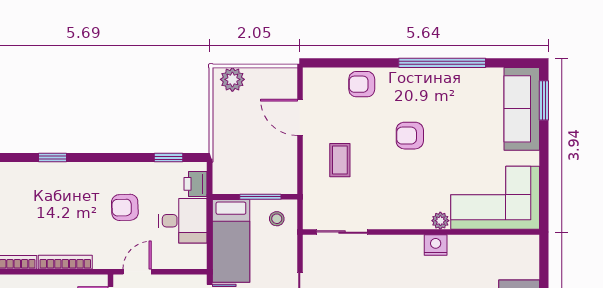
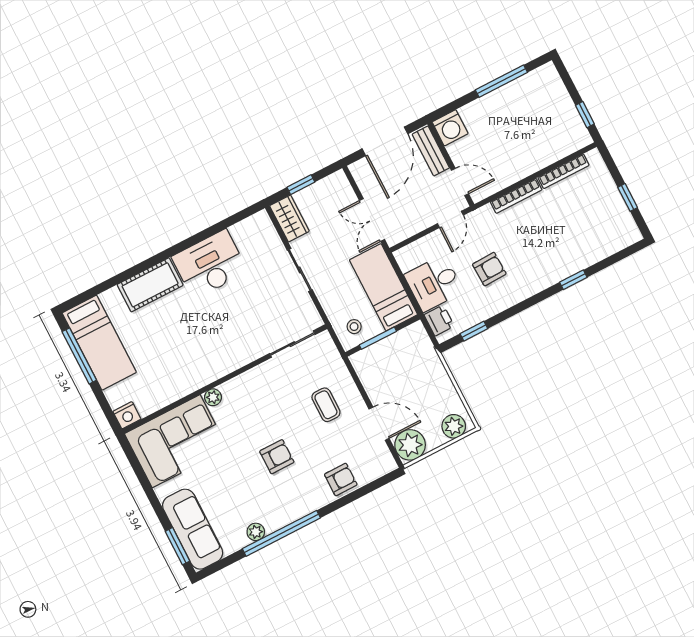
plant: (465, 76) -> (256, 532), added
plant: (281, 83) -> (410, 445), added
nightstand: (436, 245) -> (127, 415), moved

